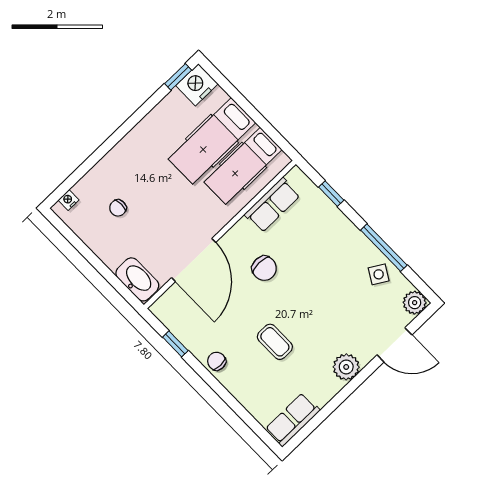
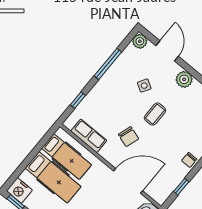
chair: (264, 268) -> (128, 137), turned 108
side table: (379, 274) -> (144, 86), moved
coffee table: (275, 342) -> (155, 114), moved

